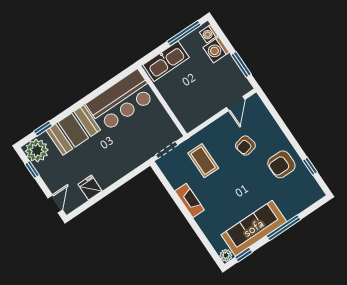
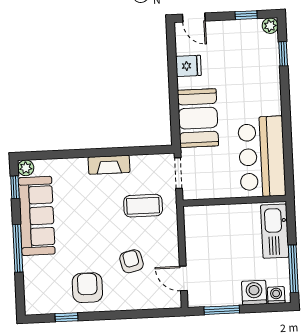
booth: (73, 130) -> (198, 118), moved
plant: (37, 150) -> (270, 26), width x0.53, depth x0.53

